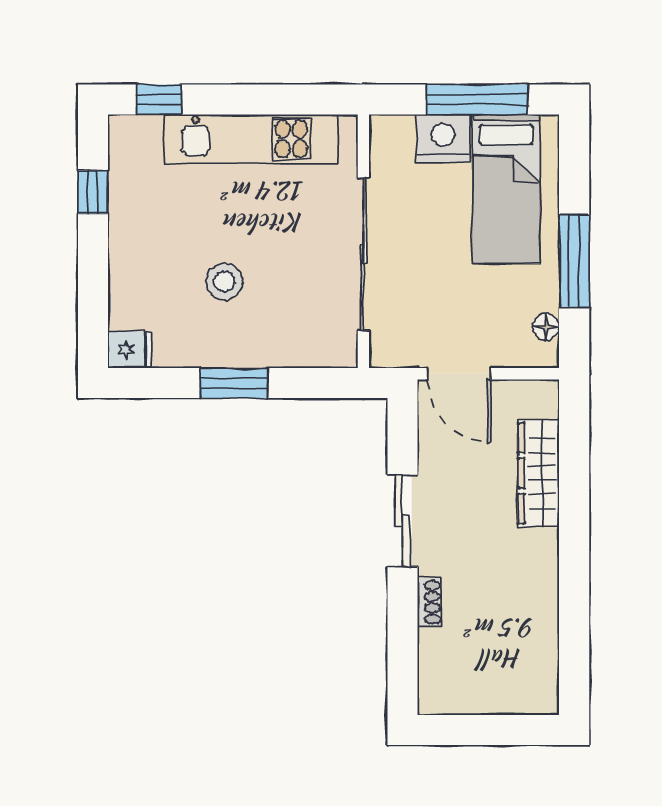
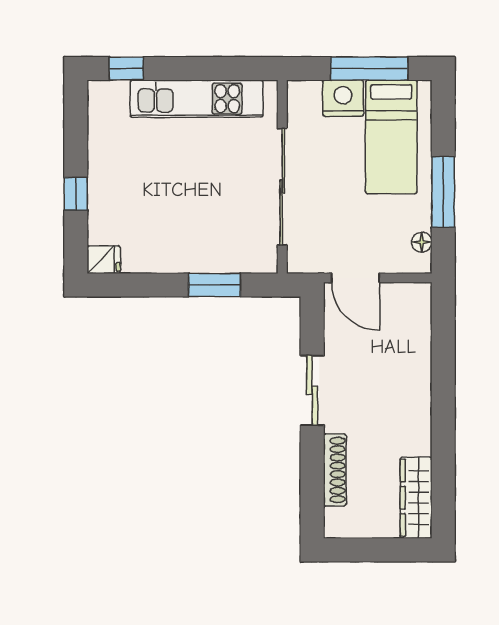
window: (93, 192) -> (76, 194), moved
stool: (224, 281) -> (176, 207), removed
window: (234, 383) -> (214, 285), moved
wardrobe: (539, 473) -> (416, 498), moved
shoe rack: (429, 602) -> (335, 470), width x1.94, depth x1.24

